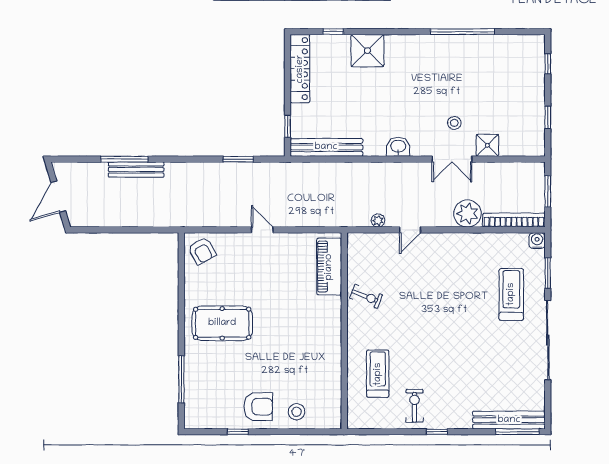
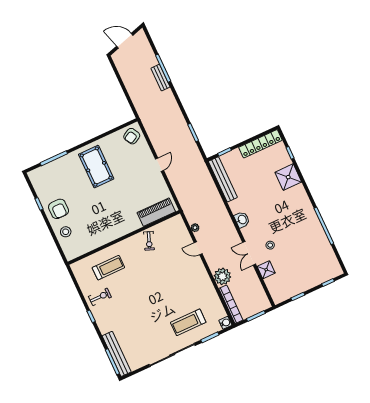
bench: (136, 170) -> (160, 78), width x0.73
treadmill: (511, 294) -> (188, 322), turned 180

